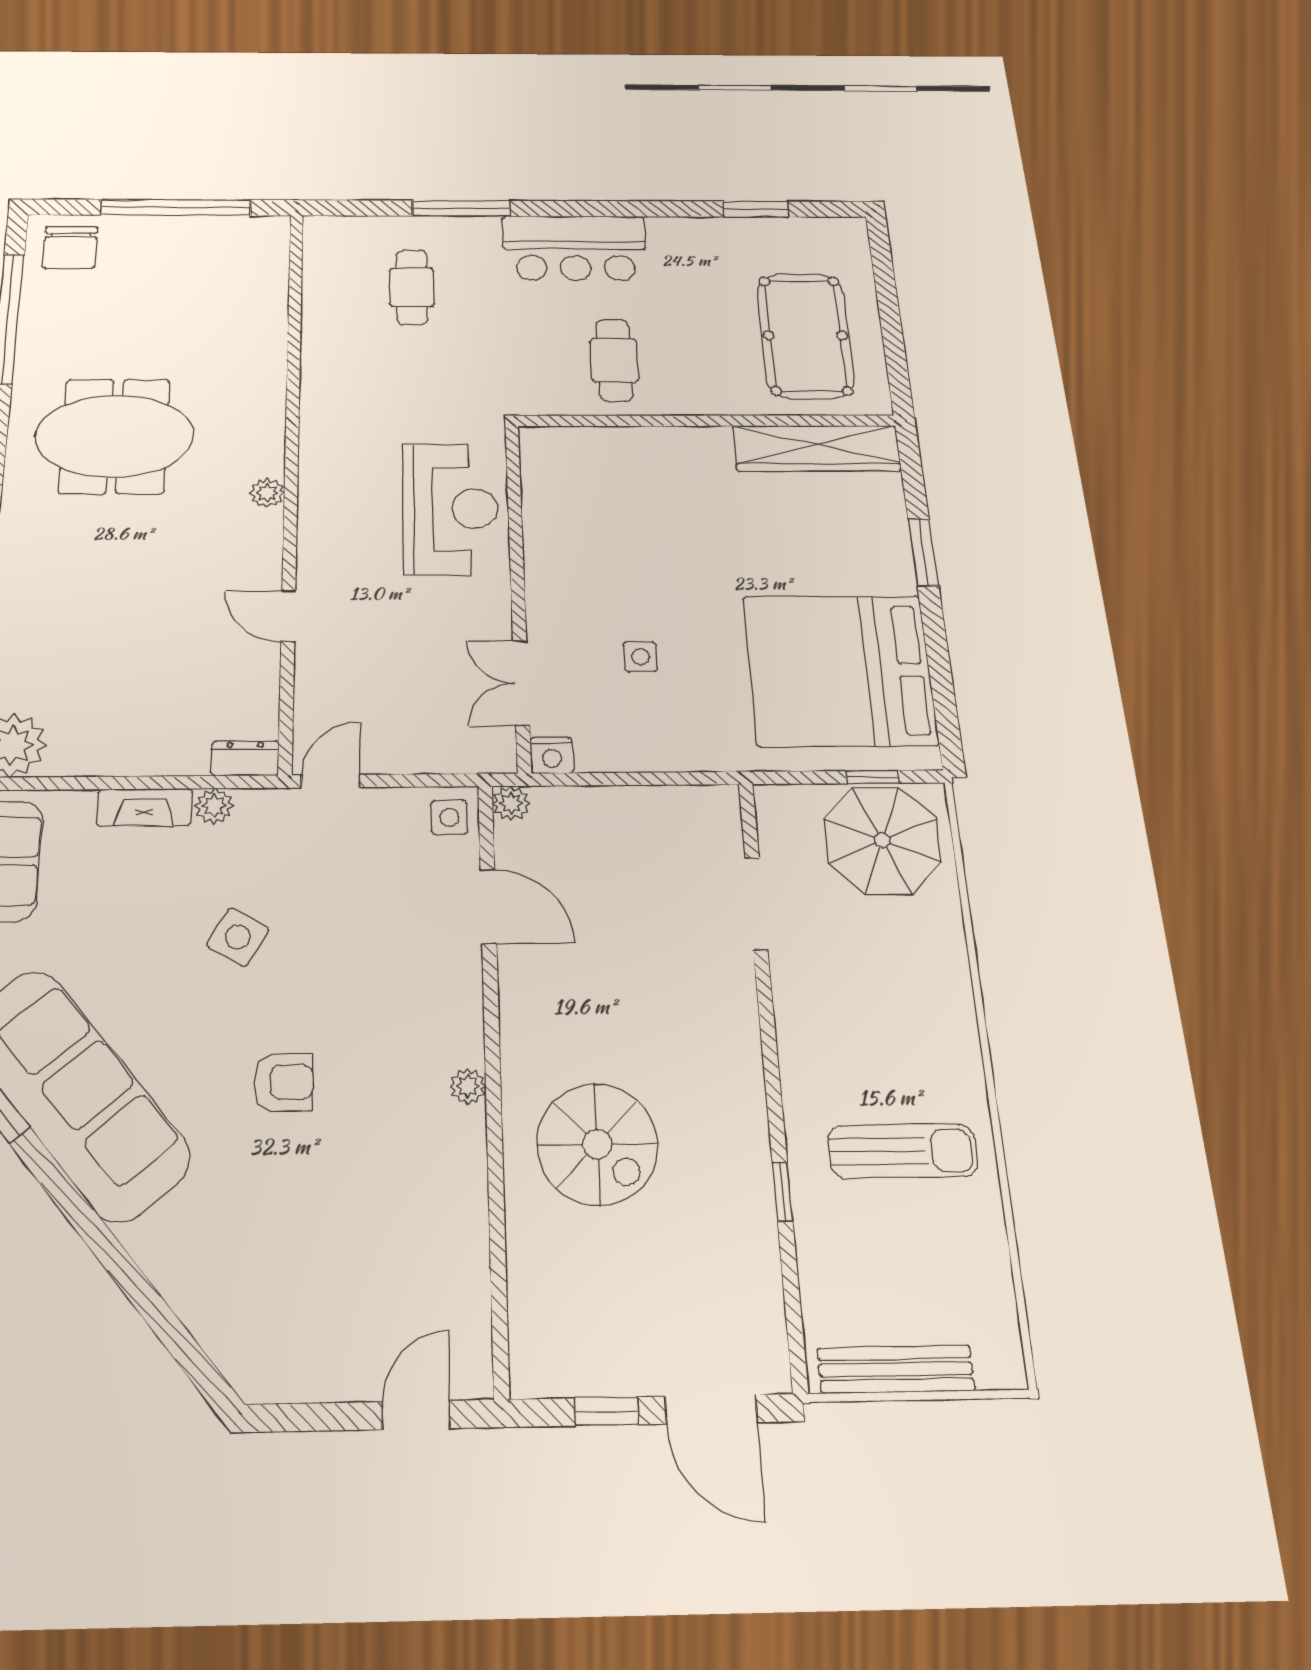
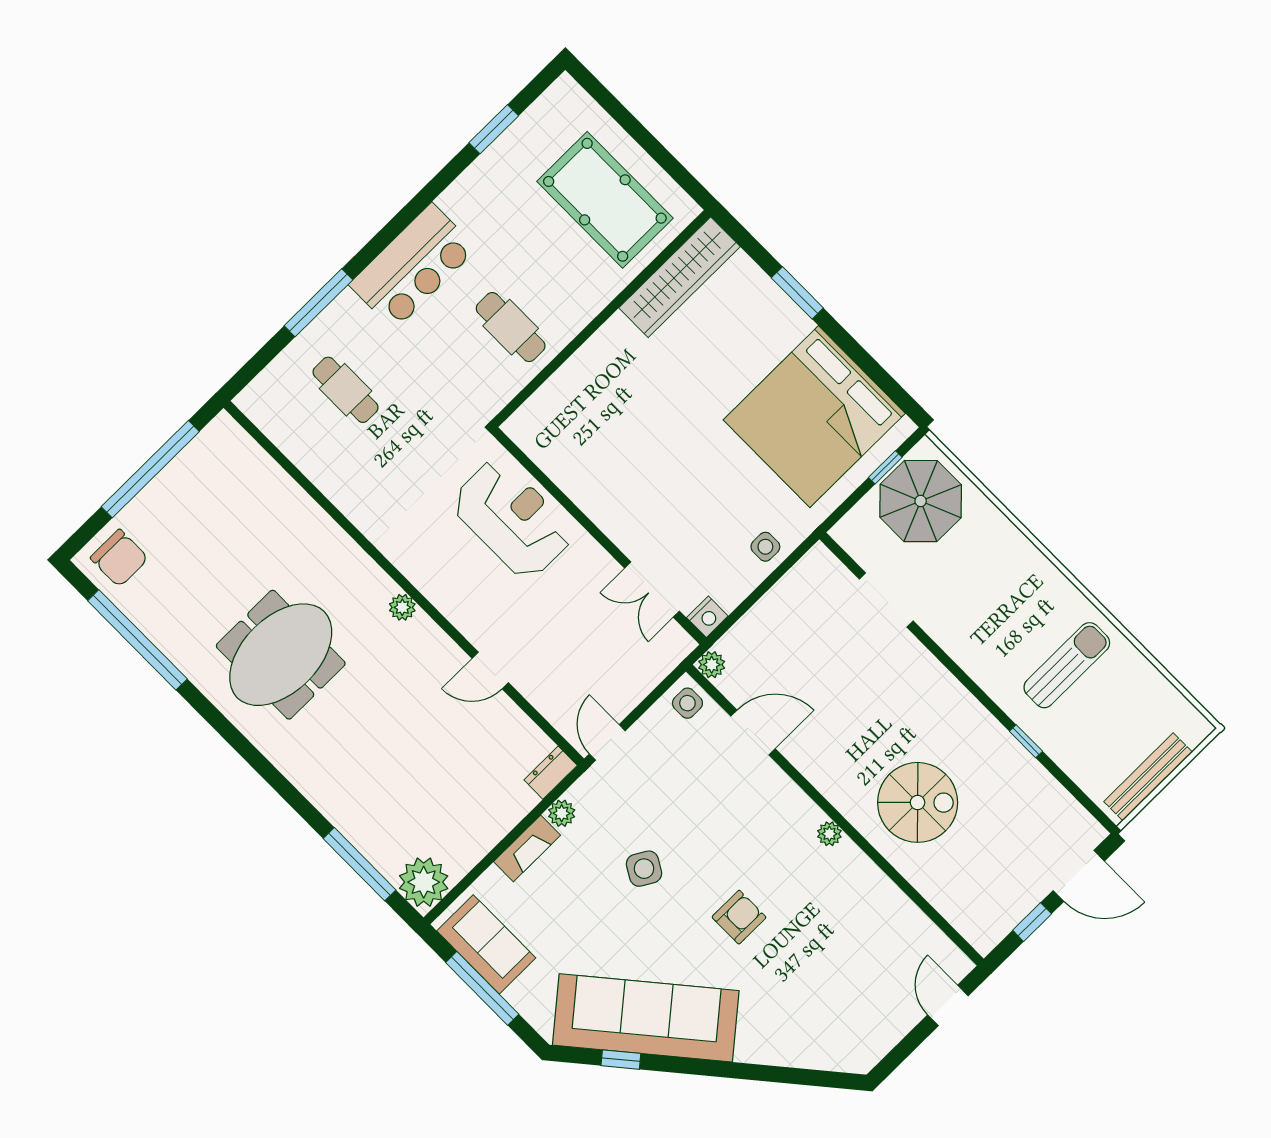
side table: (640, 657) -> (765, 547), moved

